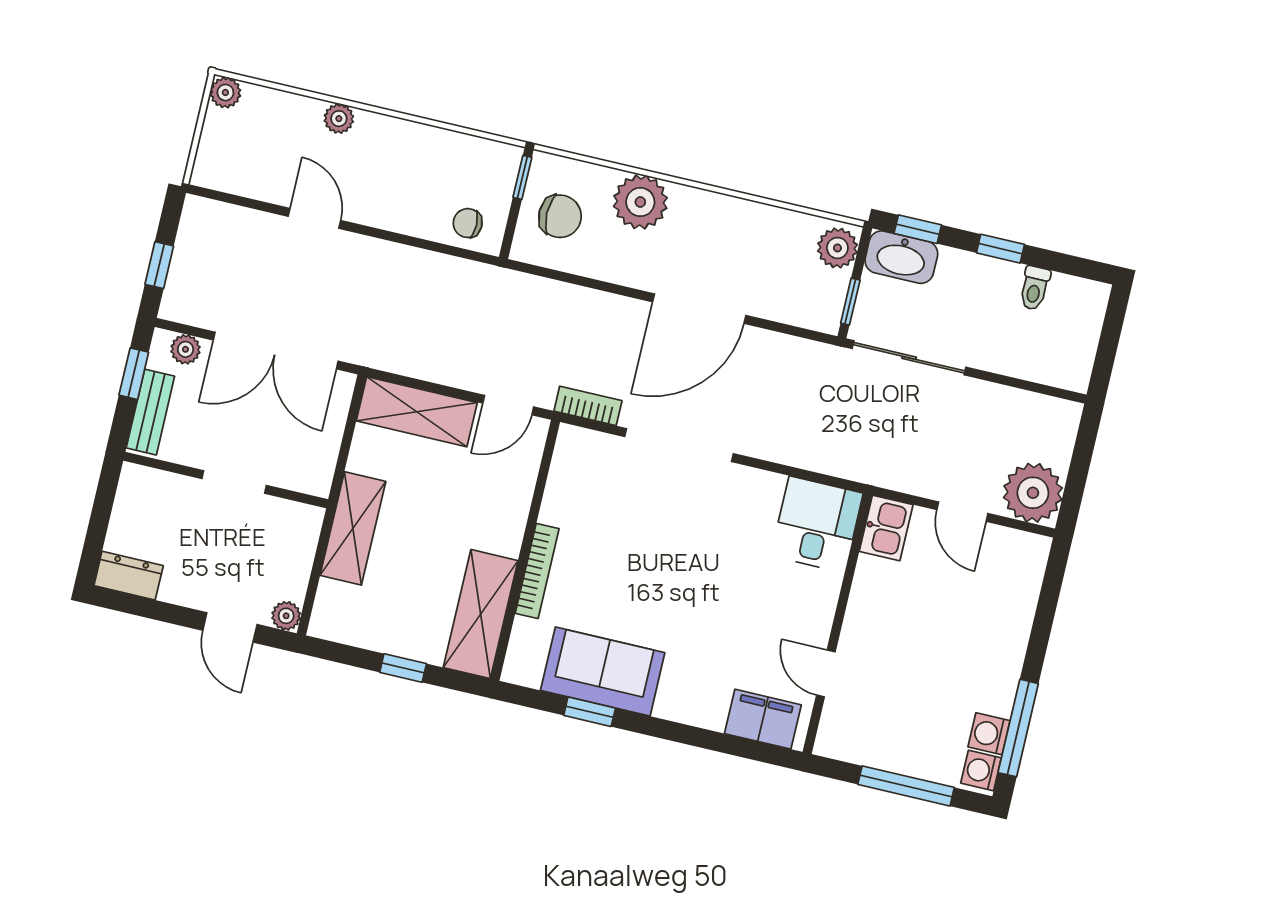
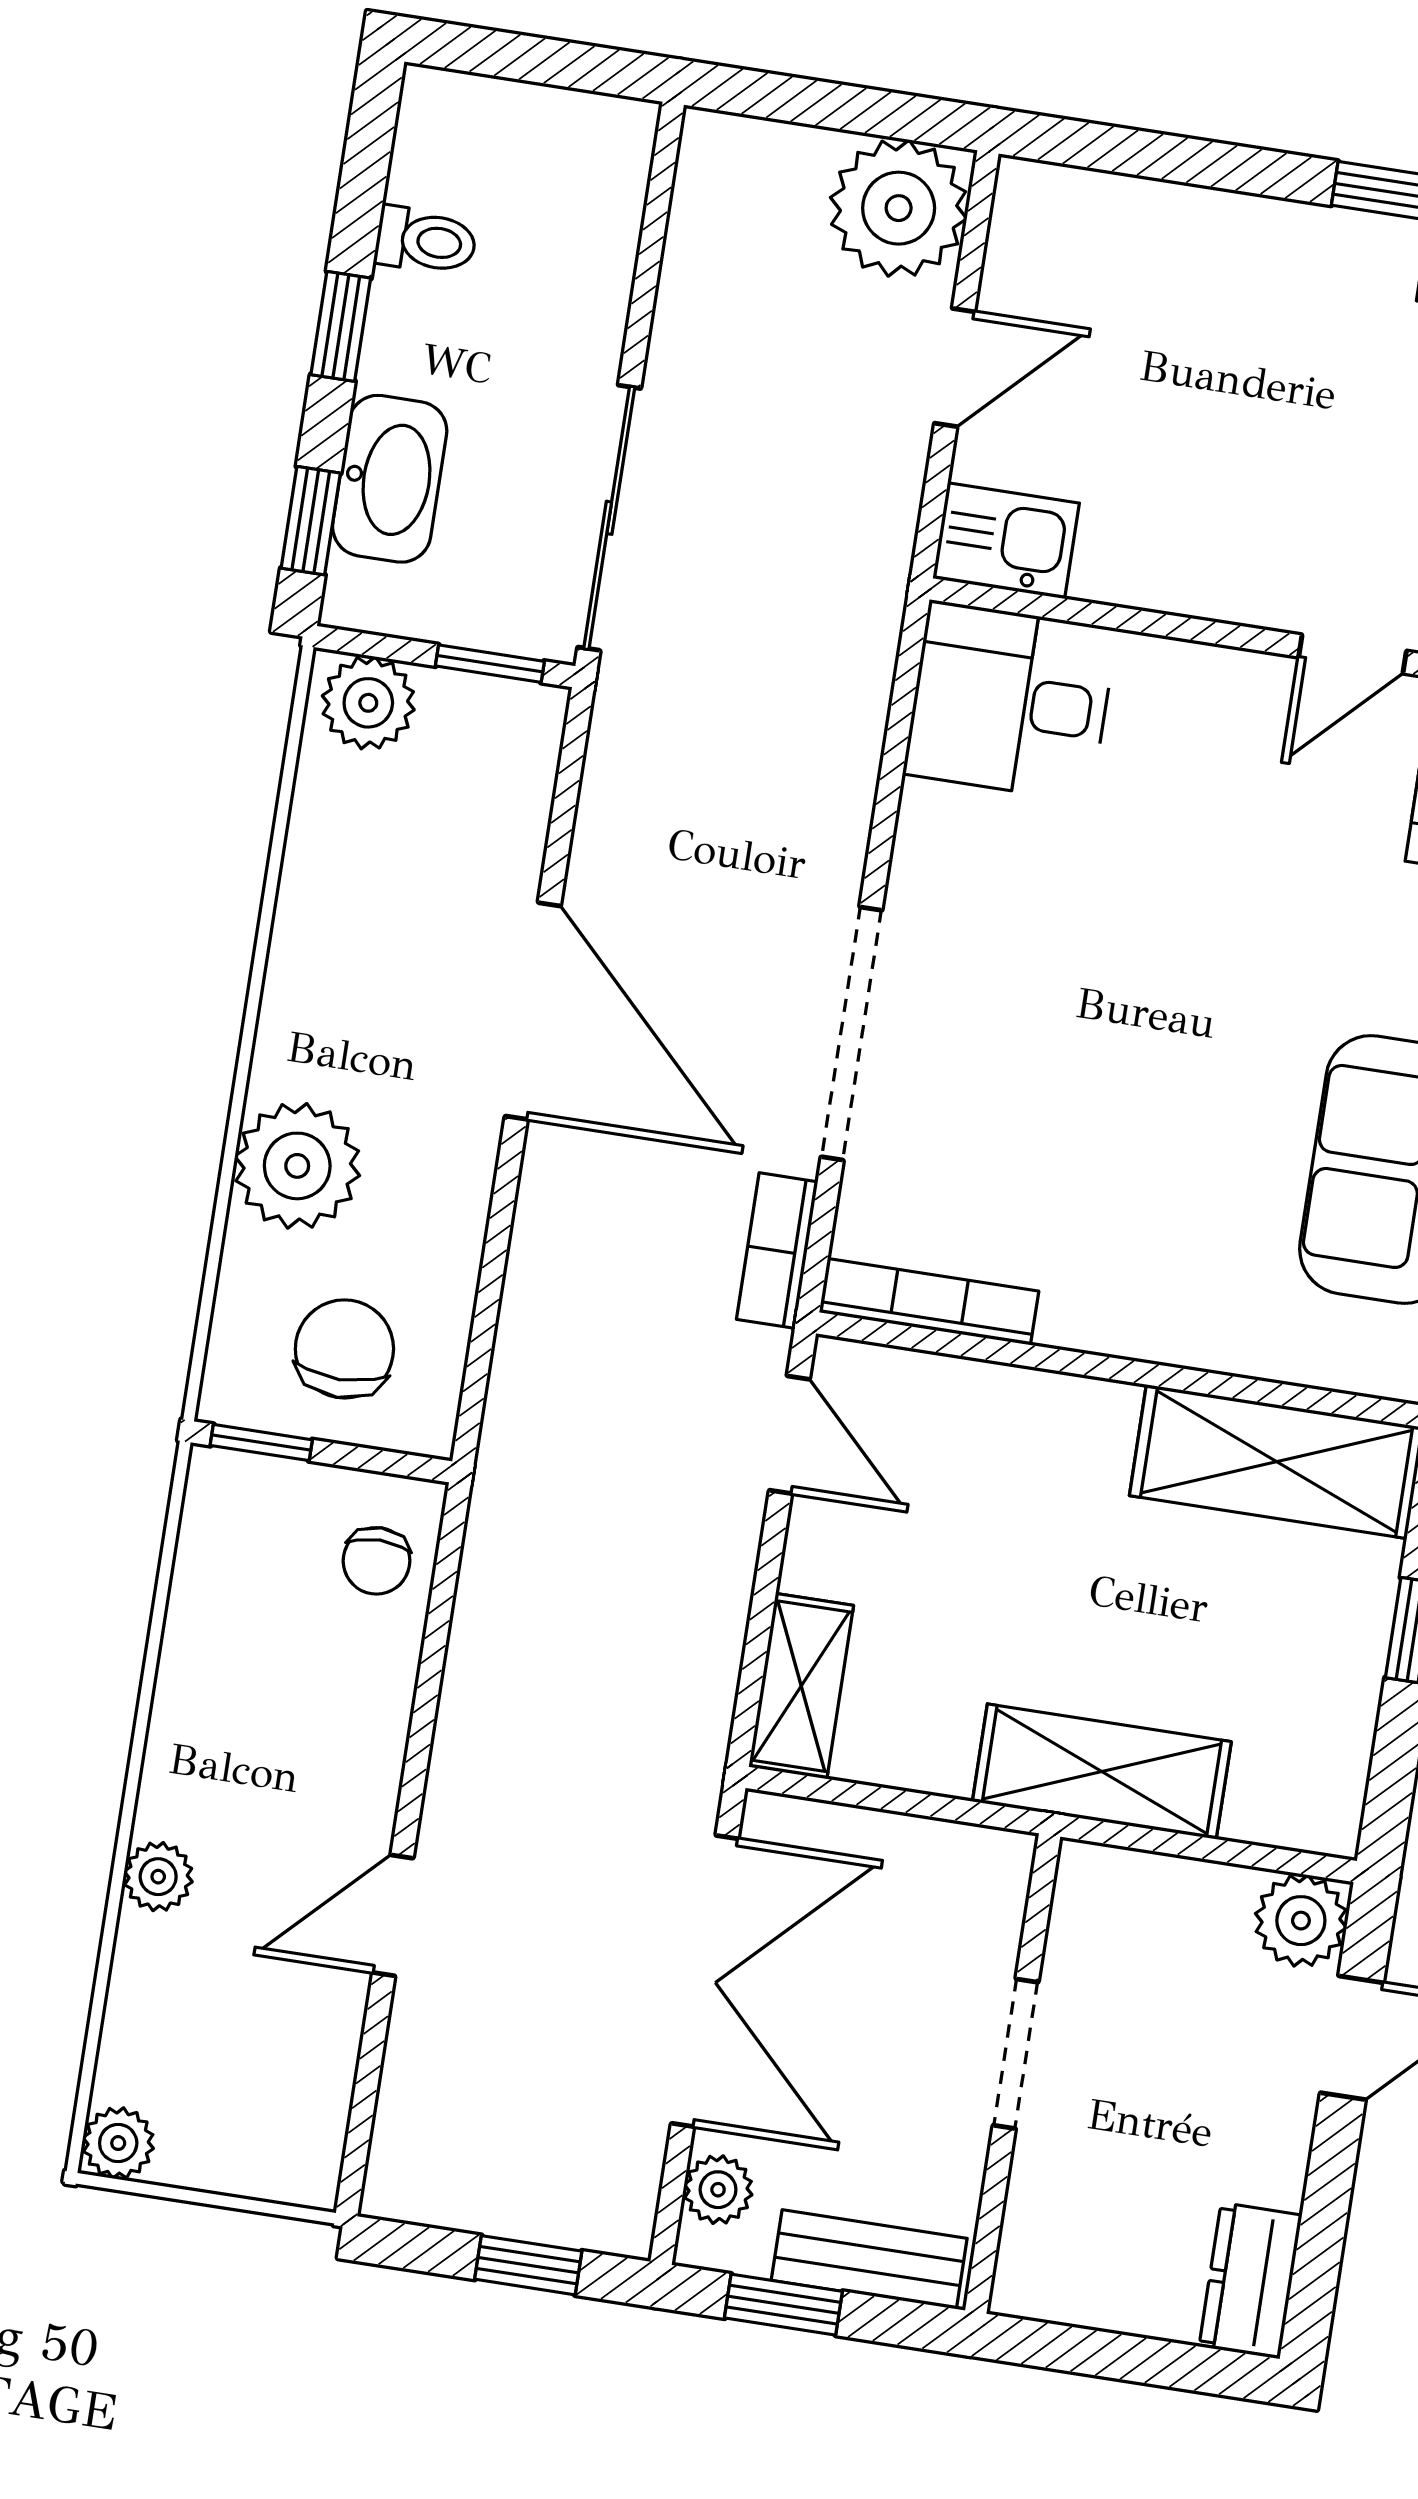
washbasin: (901, 257) -> (390, 479), moved
shelving: (417, 412) -> (801, 1686), width x0.67, depth x0.75
bookcase: (537, 571) -> (929, 1302), moved
plant: (286, 616) -> (1301, 1921), width x1.38, depth x1.38

